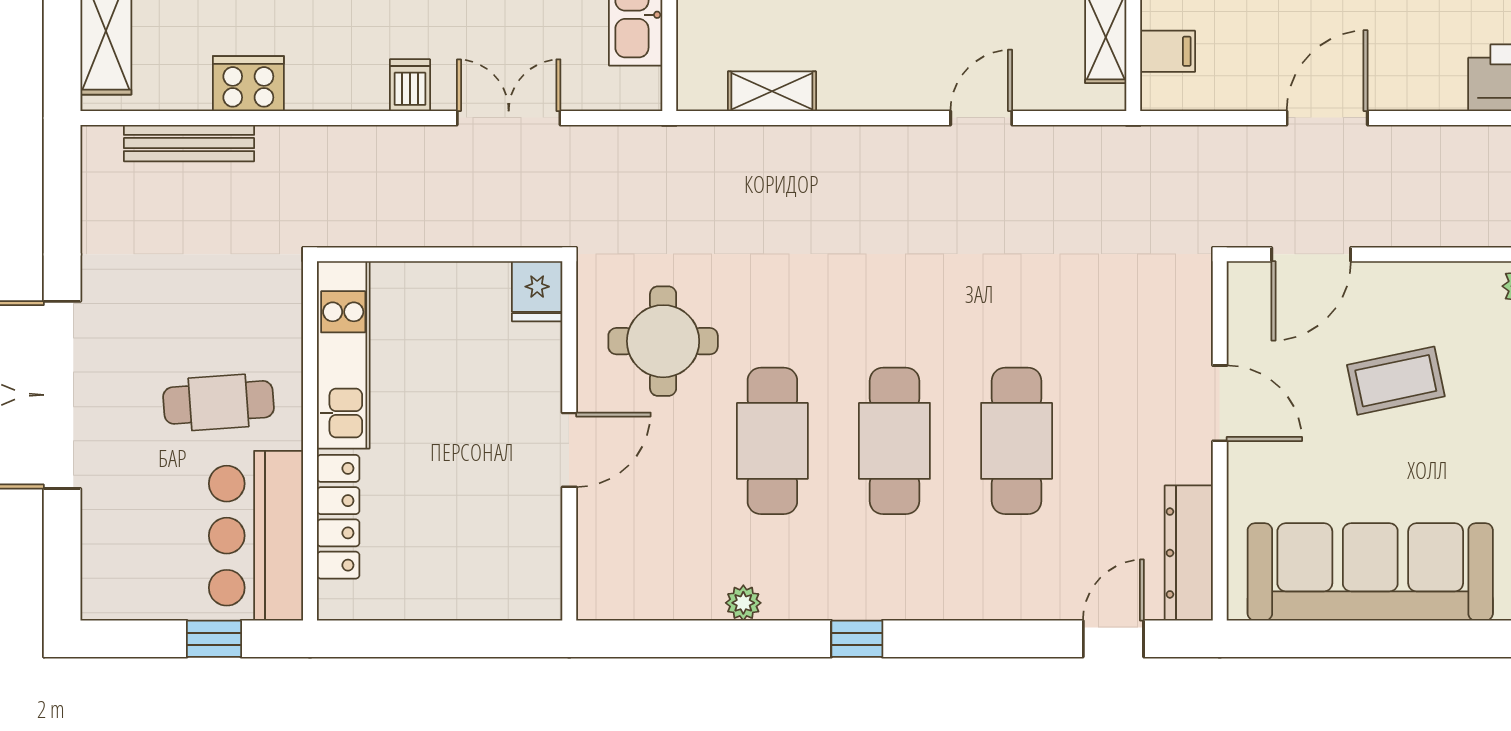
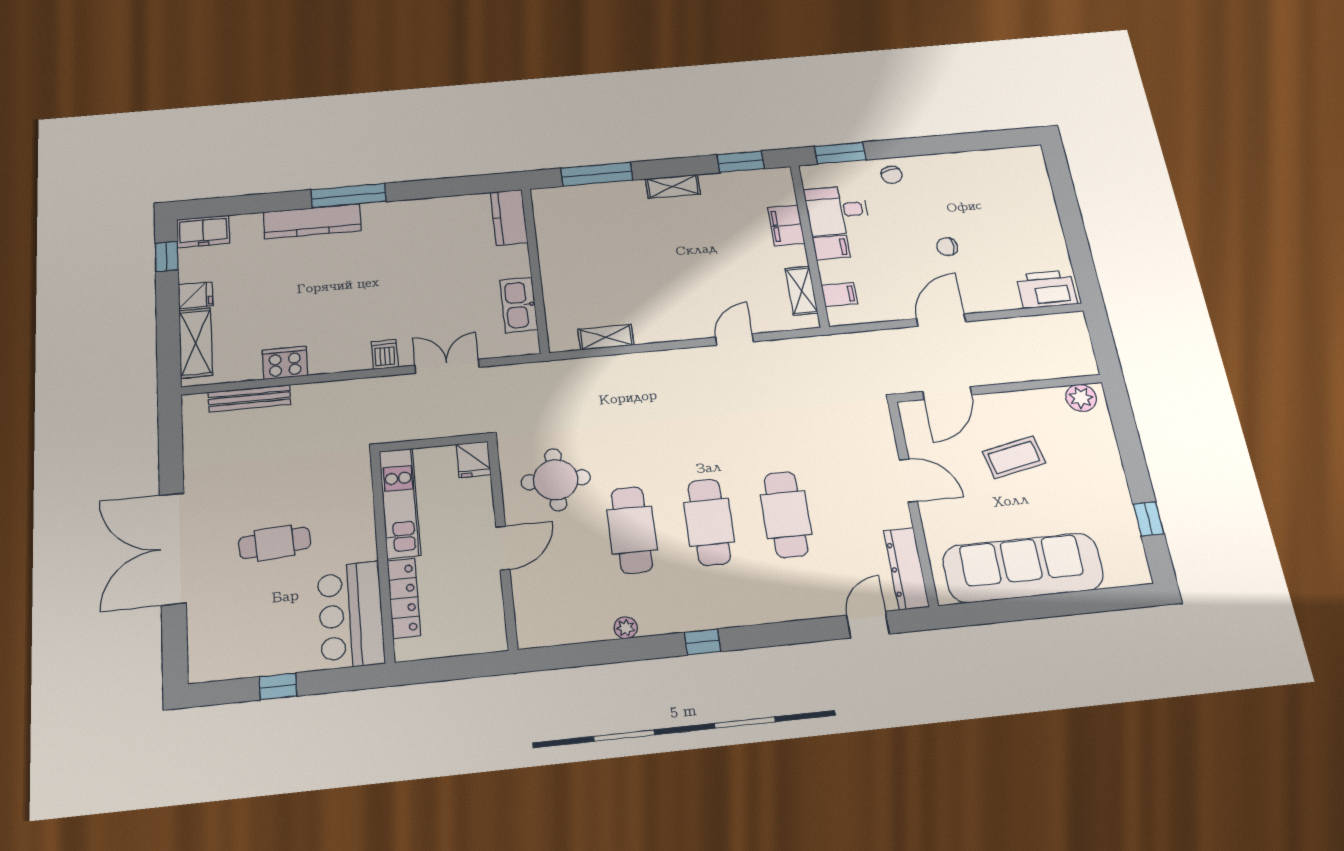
kitchen unit: (343, 355) -> (400, 503), moved
wall: (310, 441) -> (382, 555), moved
locker: (338, 517) -> (404, 598), moved
bar counter: (256, 536) -> (351, 615), moved

